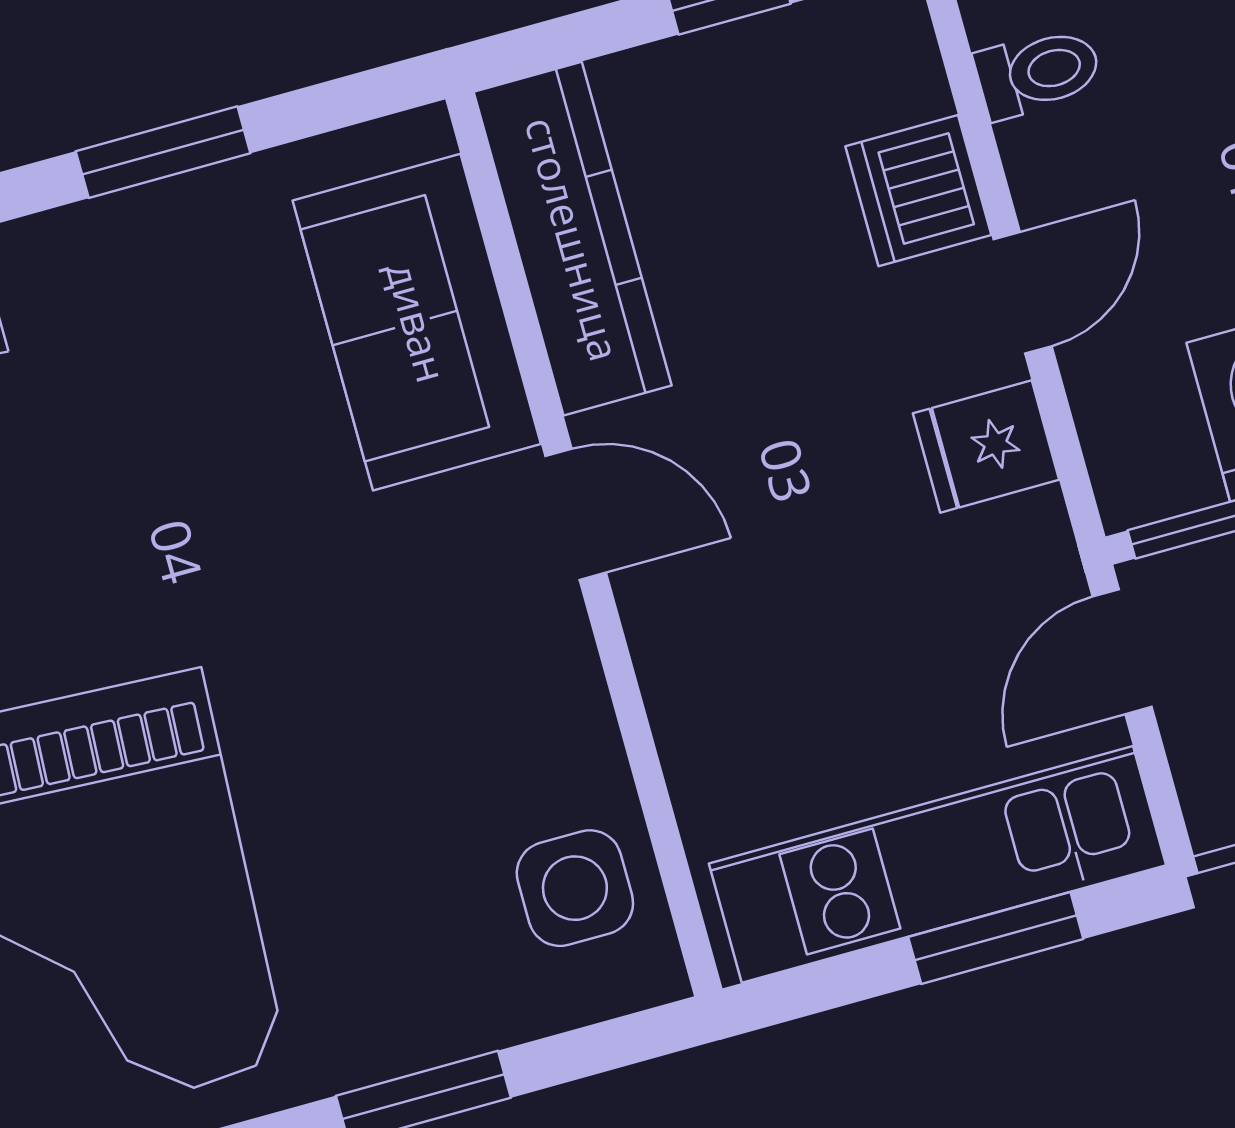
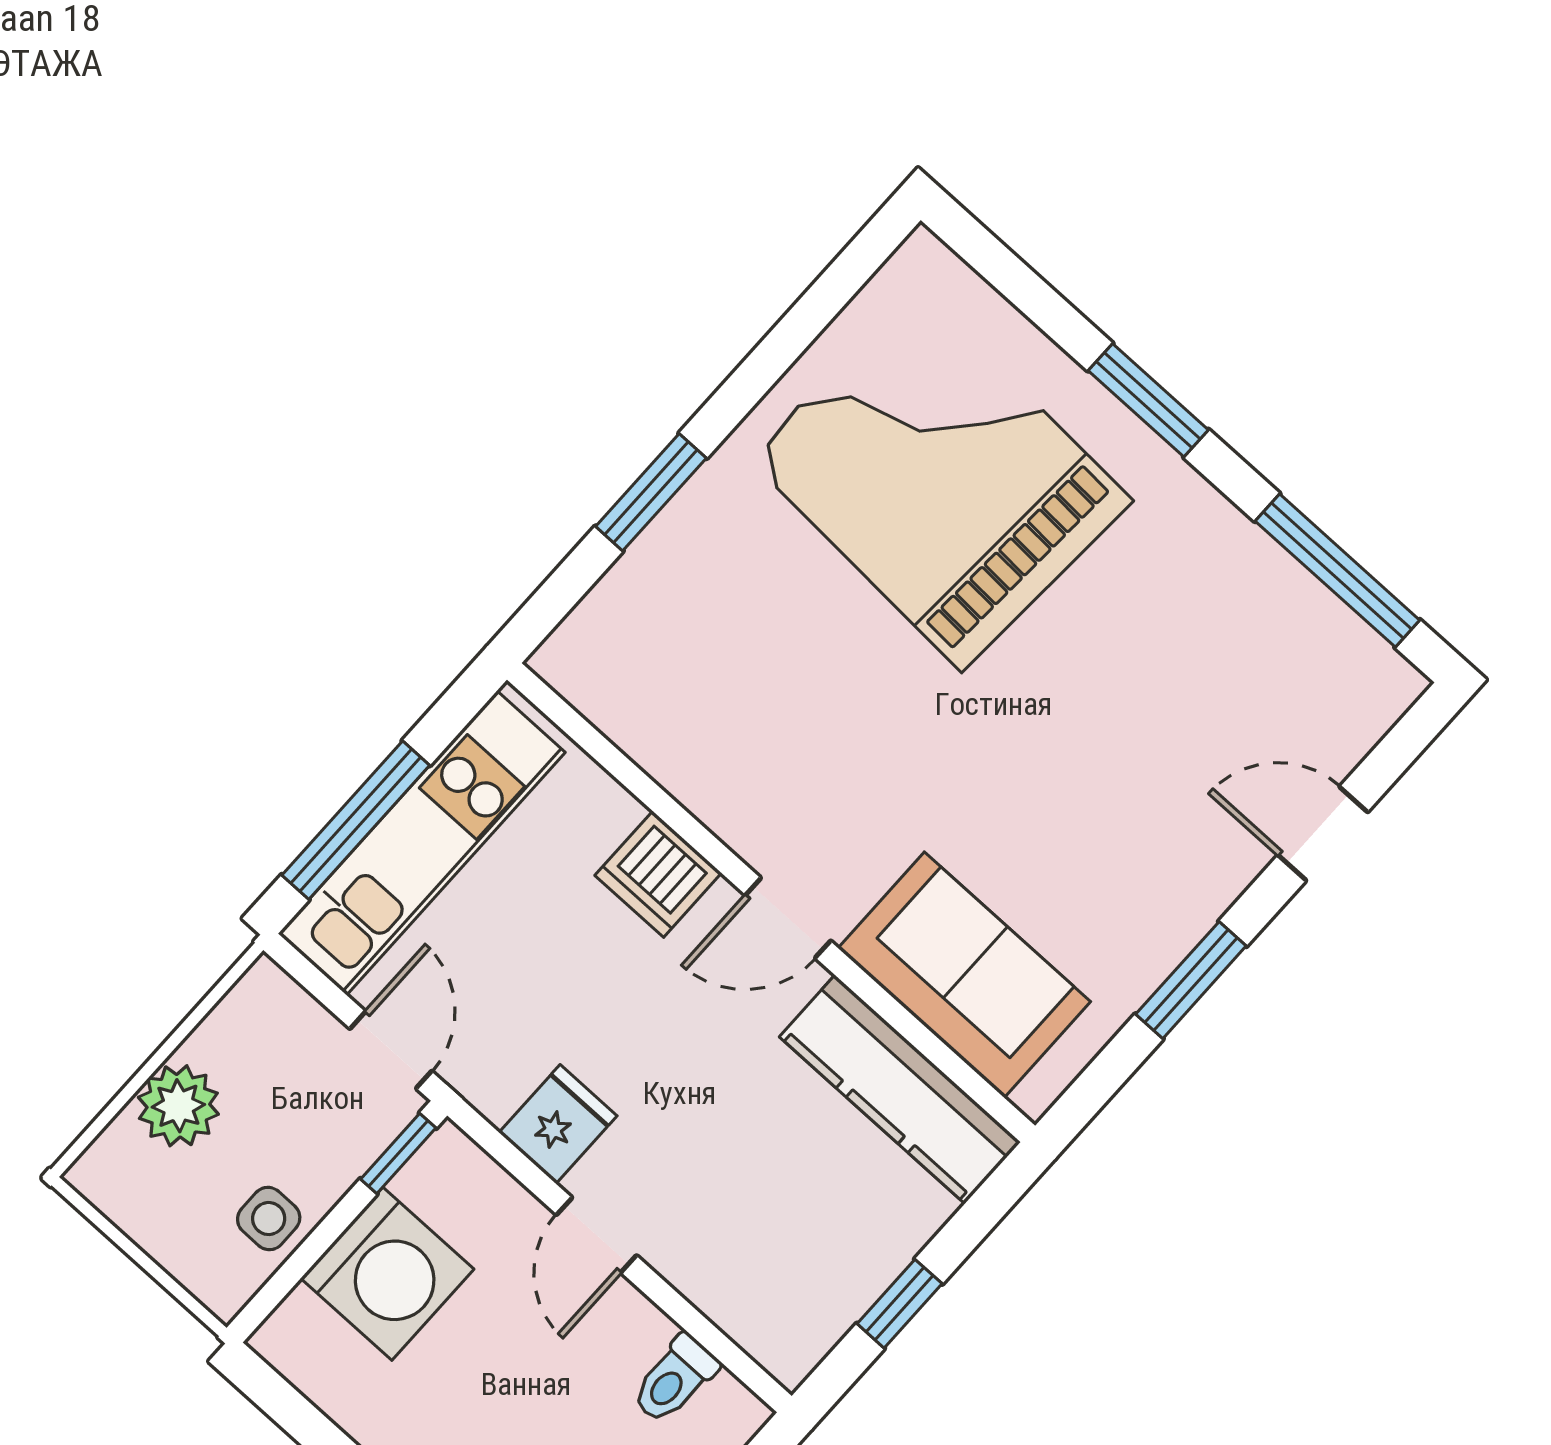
dishwasher: (918, 191) -> (658, 874), moved, turned 180
side table: (575, 888) -> (639, 683), removed
window: (996, 938) -> (356, 820), width x1.44

